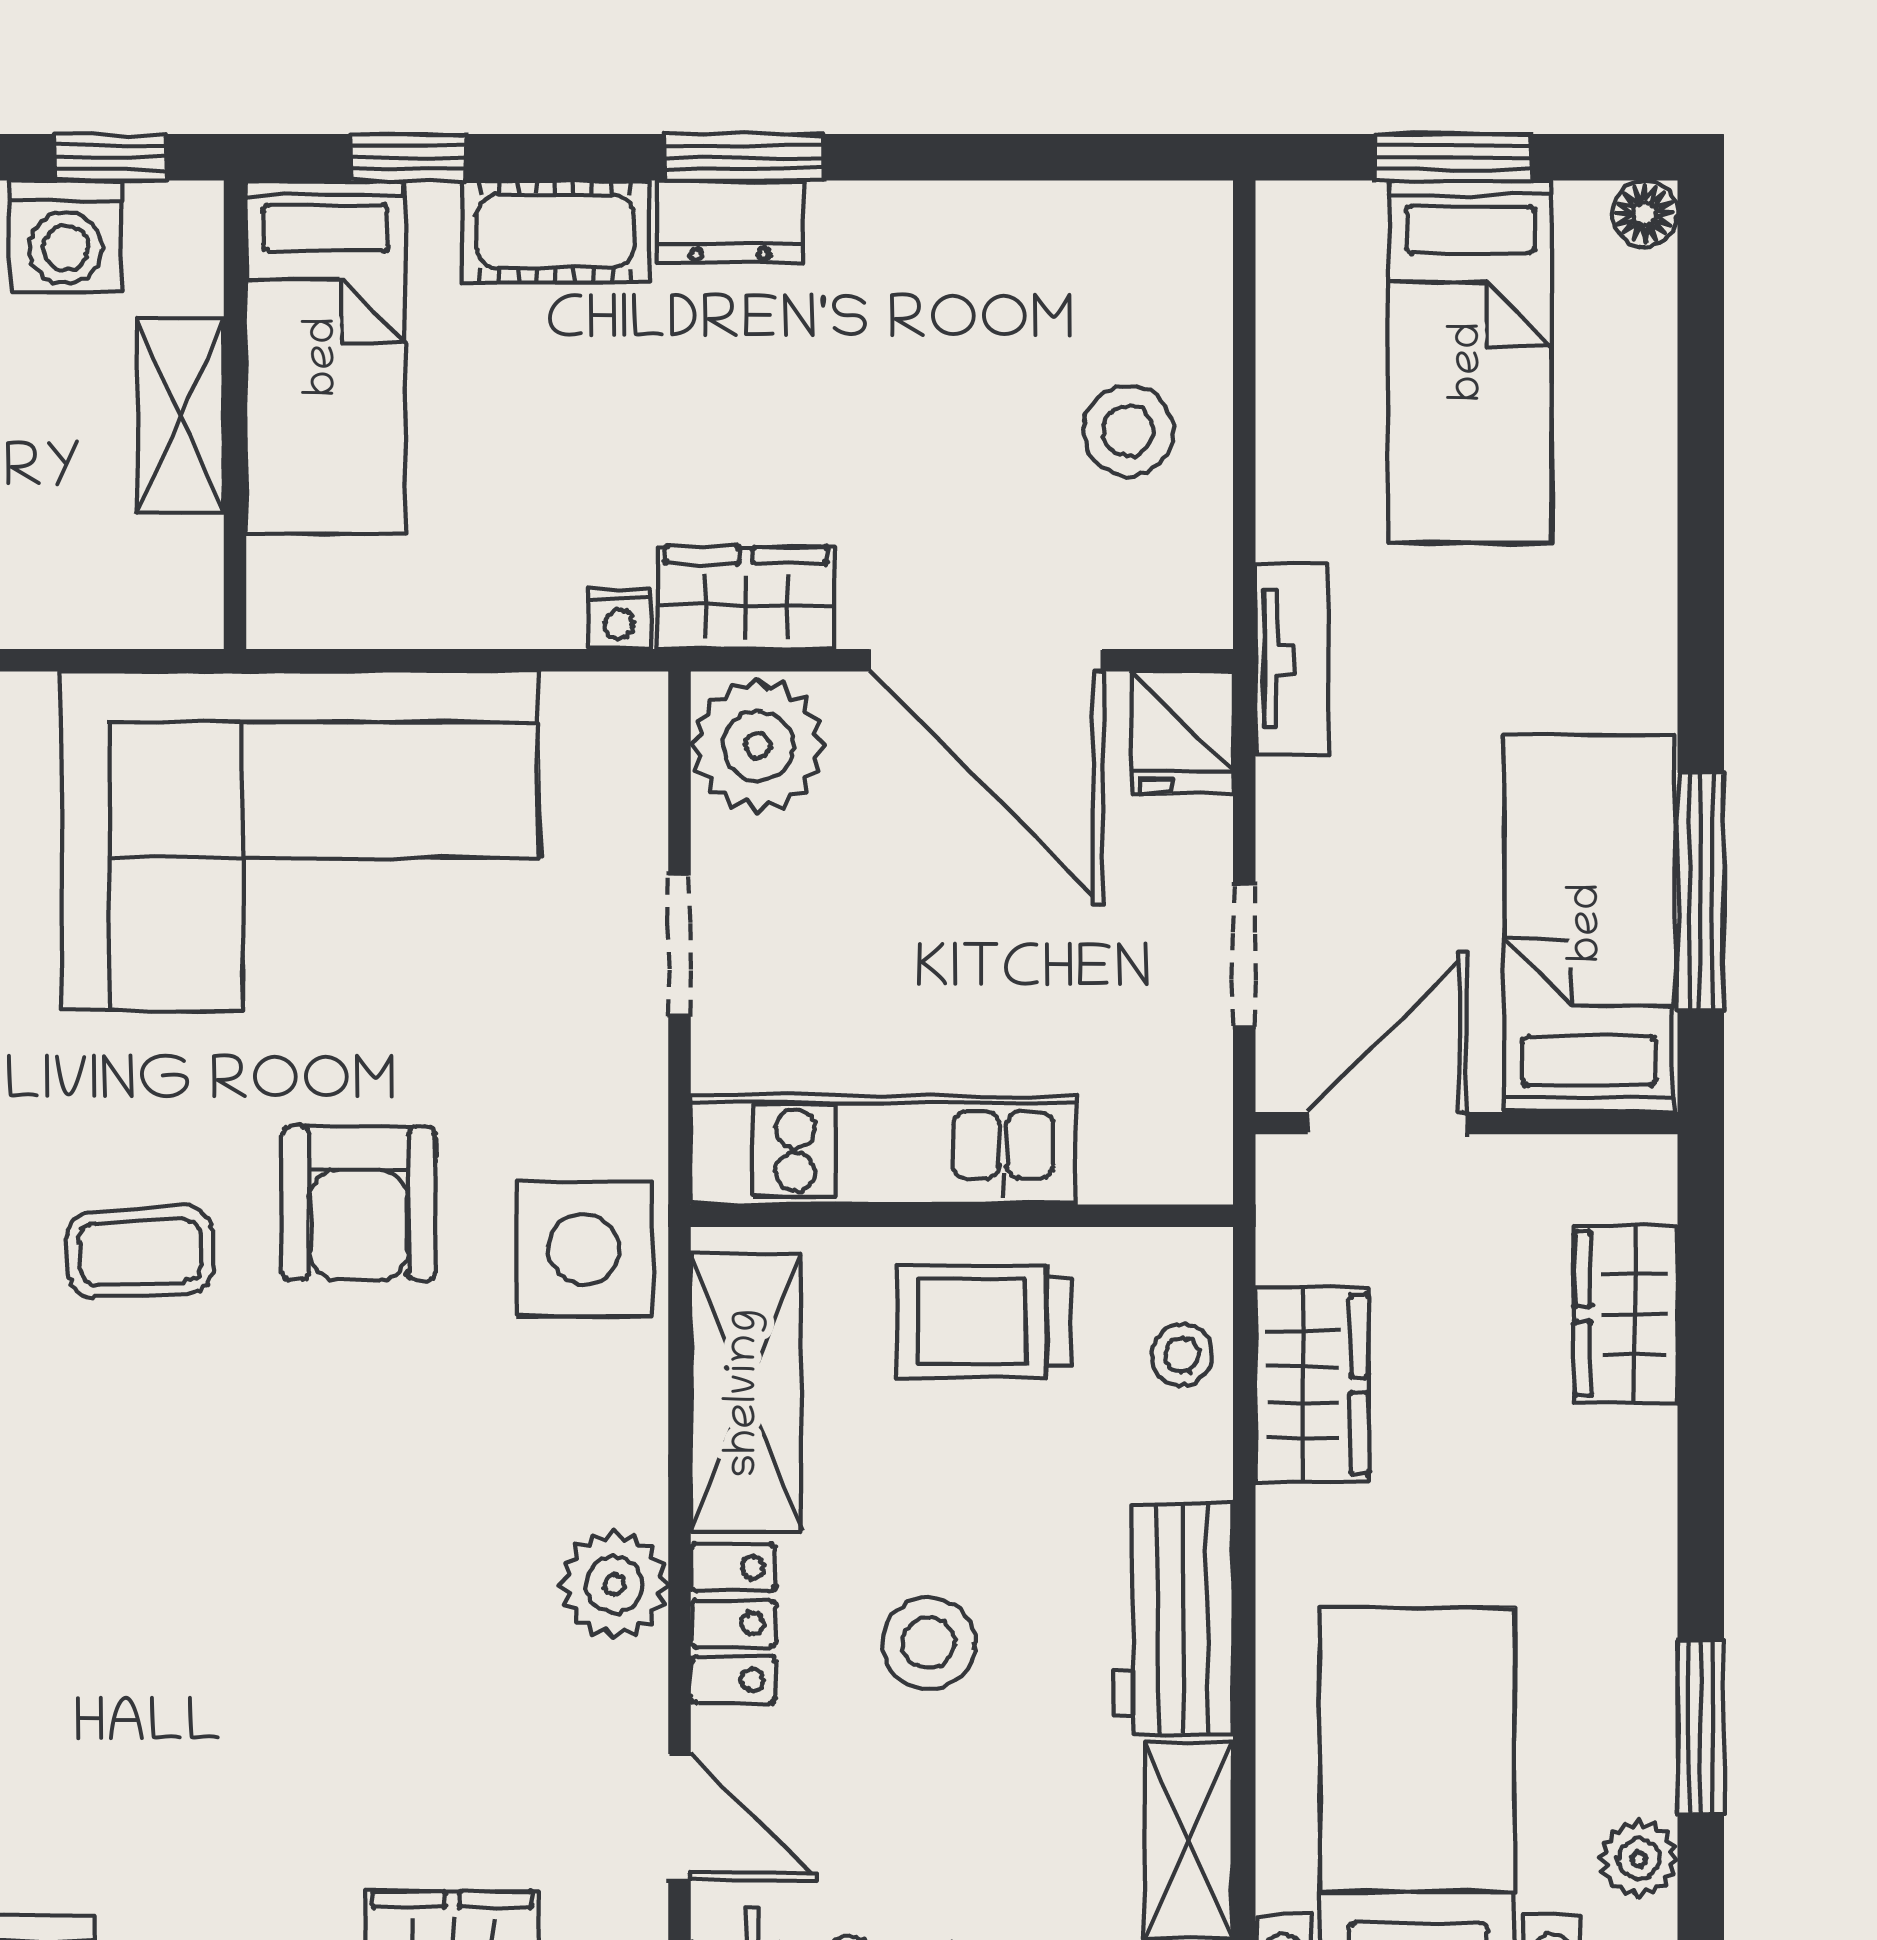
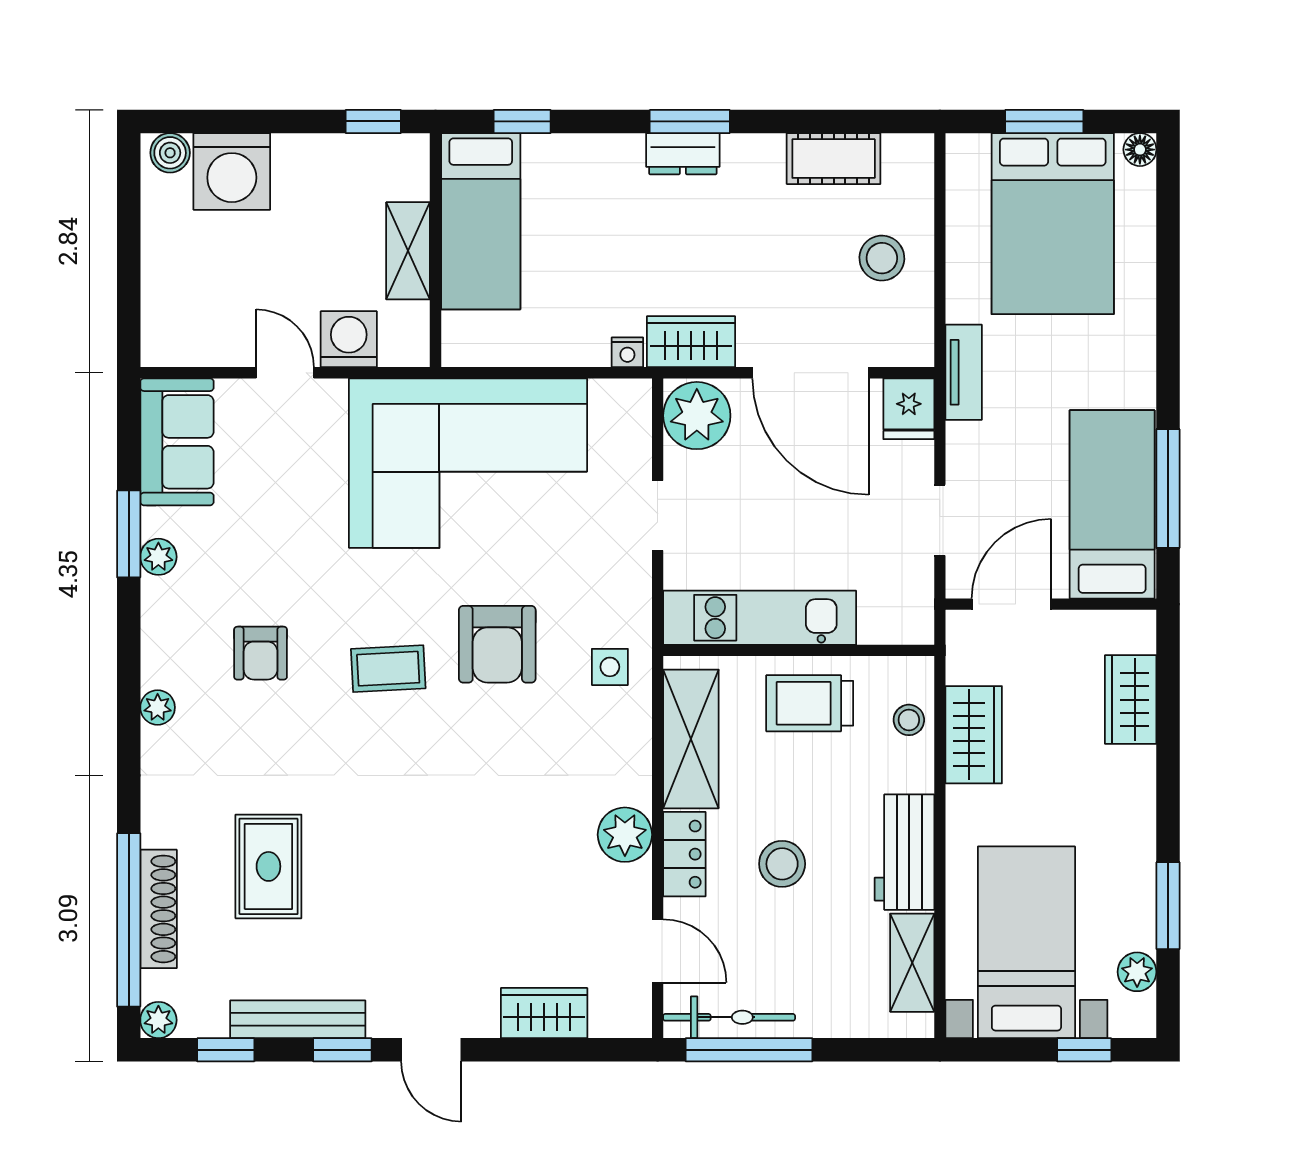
cot: (555, 231) -> (834, 159), moved
washing machine: (66, 237) -> (349, 339), moved, turned 180
bed: (1470, 362) -> (1053, 224), width x1.50
side table: (584, 1249) -> (610, 667), width x0.54, depth x0.54

